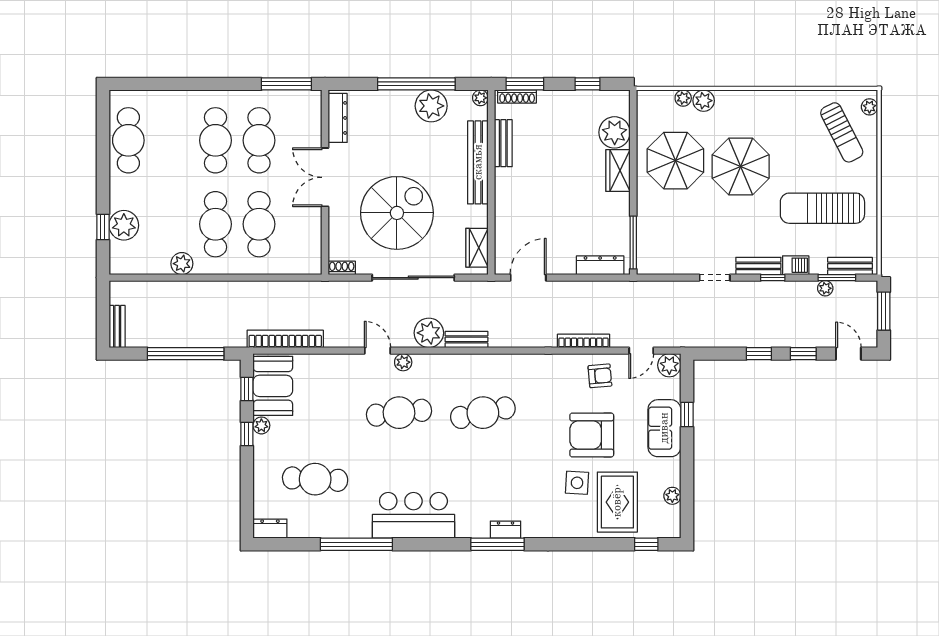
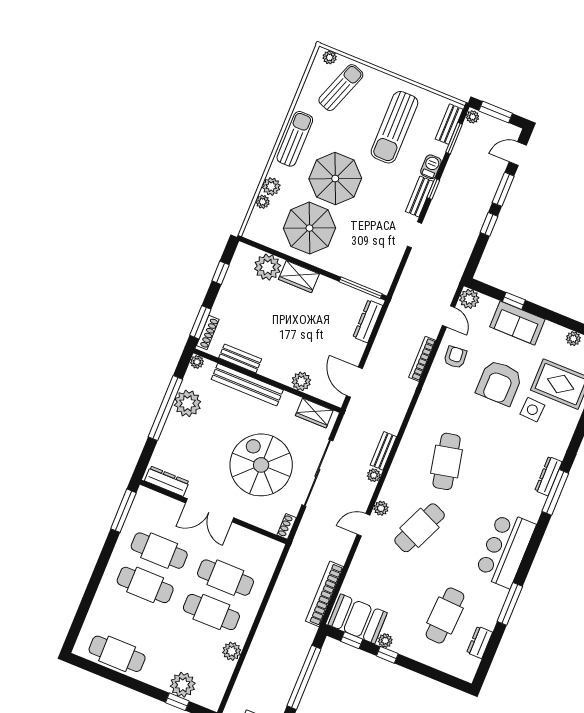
sun lounger: (766, 105) -> (295, 139), added
sun lounger: (842, 132) -> (341, 88), turned -43
plant: (506, 220) -> (301, 381), added
plant: (825, 288) -> (473, 117), moved
plant: (429, 333) -> (374, 475), width x0.53, depth x0.53
window: (803, 354) -> (503, 189), width x1.50
cafe table: (399, 413) -> (420, 528), turned 30
dresser: (270, 529) -> (480, 642), moved
dresser: (506, 530) -> (548, 476), width x1.44
window: (356, 544) -> (510, 604), width x0.68

